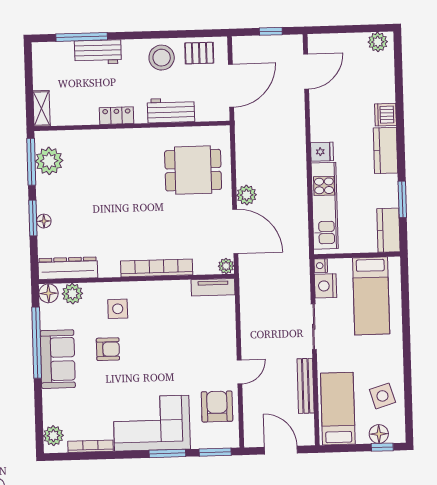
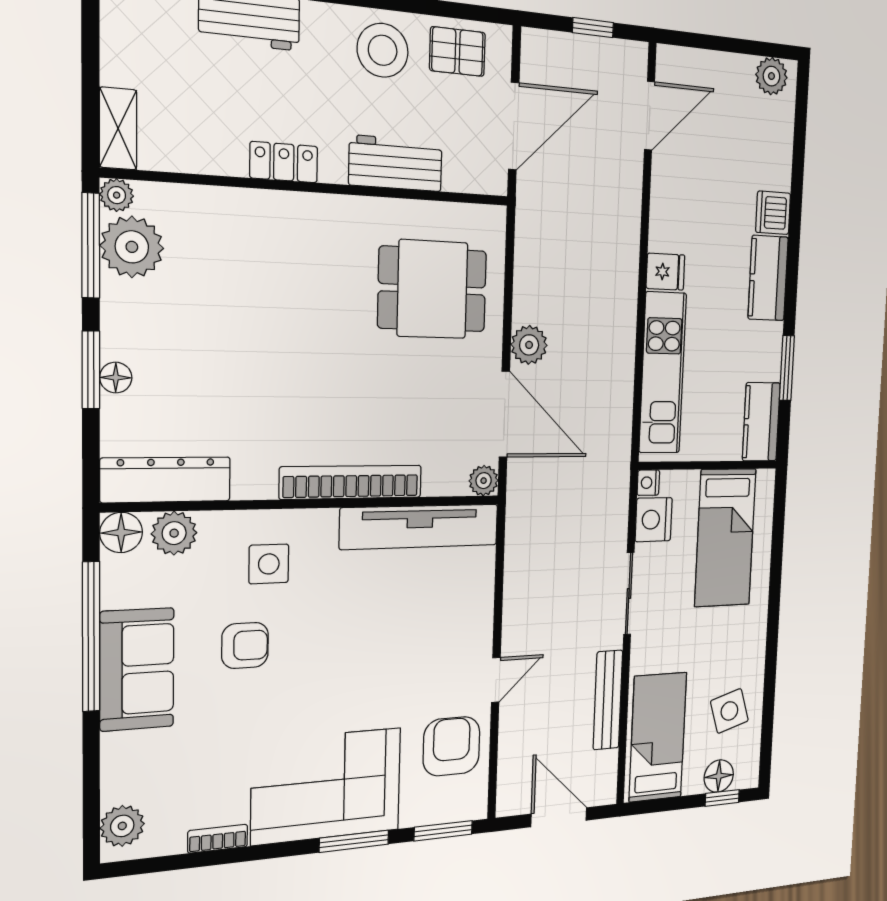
plant: (42, 138) -> (117, 195), added
tv unit: (213, 287) -> (420, 527), width x1.92, depth x1.29
bookcase: (90, 446) -> (218, 839), width x0.64

